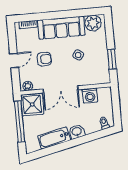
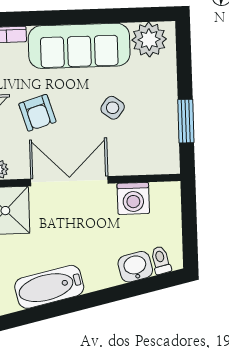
armchair: (44, 59) -> (37, 113), turned 73
double door: (61, 89) -> (69, 181), swing flipped
washbasin: (77, 132) -> (135, 267), moved

